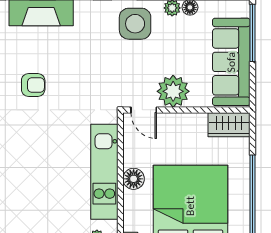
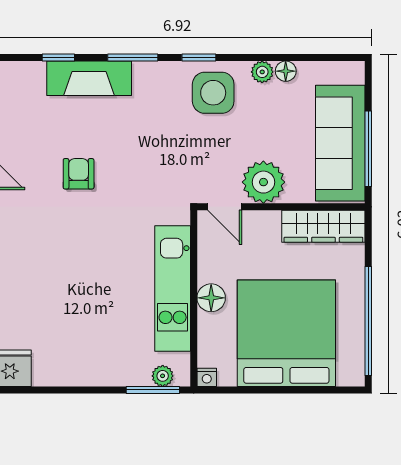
window: (252, 33) -> (368, 149), moved
armchair: (33, 85) -> (79, 174), turned -90
wardrobe: (229, 125) -> (323, 226), width x1.50

